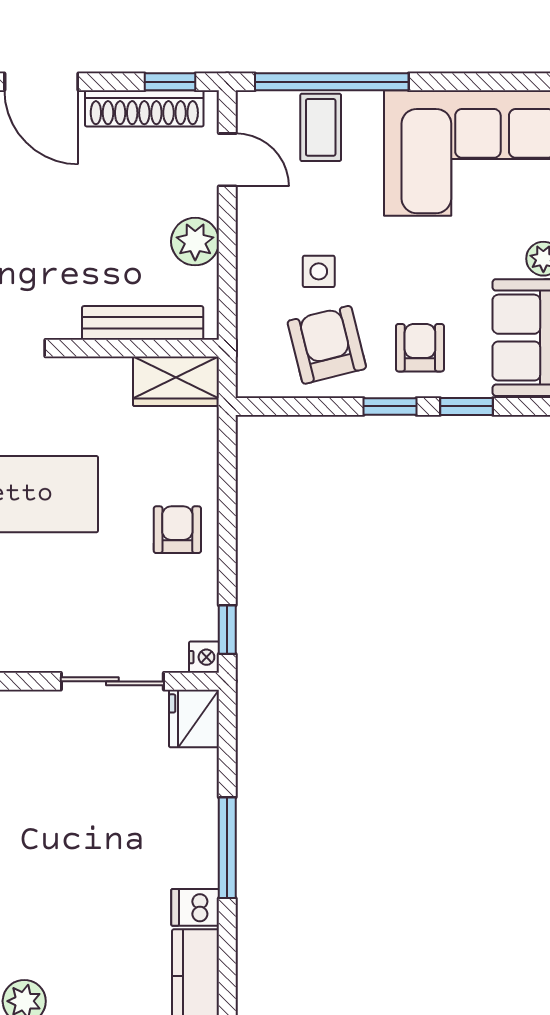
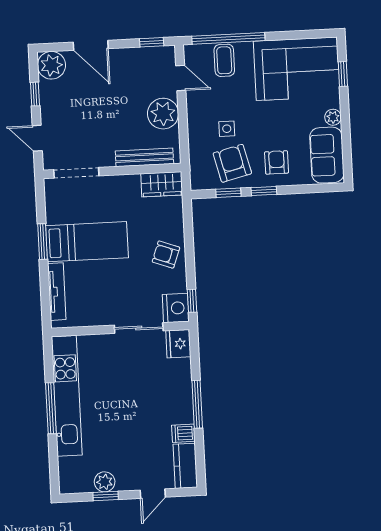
shoe rack: (144, 108) -> (140, 55), removed
plant: (195, 242) -> (163, 114), width x1.36, depth x1.36
window: (466, 406) -> (228, 193), moved
armchair: (177, 530) -> (166, 255), turned -70
nightstand: (204, 657) -> (176, 308), width x1.89, depth x1.79

